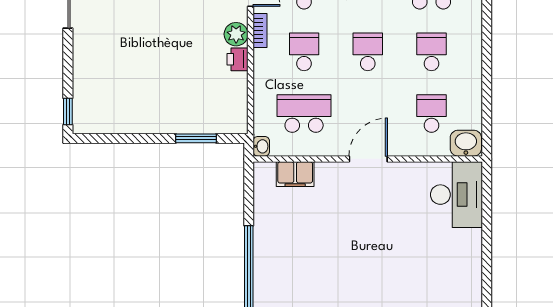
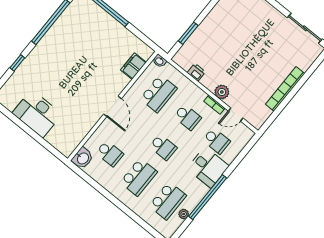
school desk: (432, 52) -> (139, 177), width x1.85
printer: (237, 59) -> (196, 72), moved
desk: (456, 195) -> (37, 114), moved

